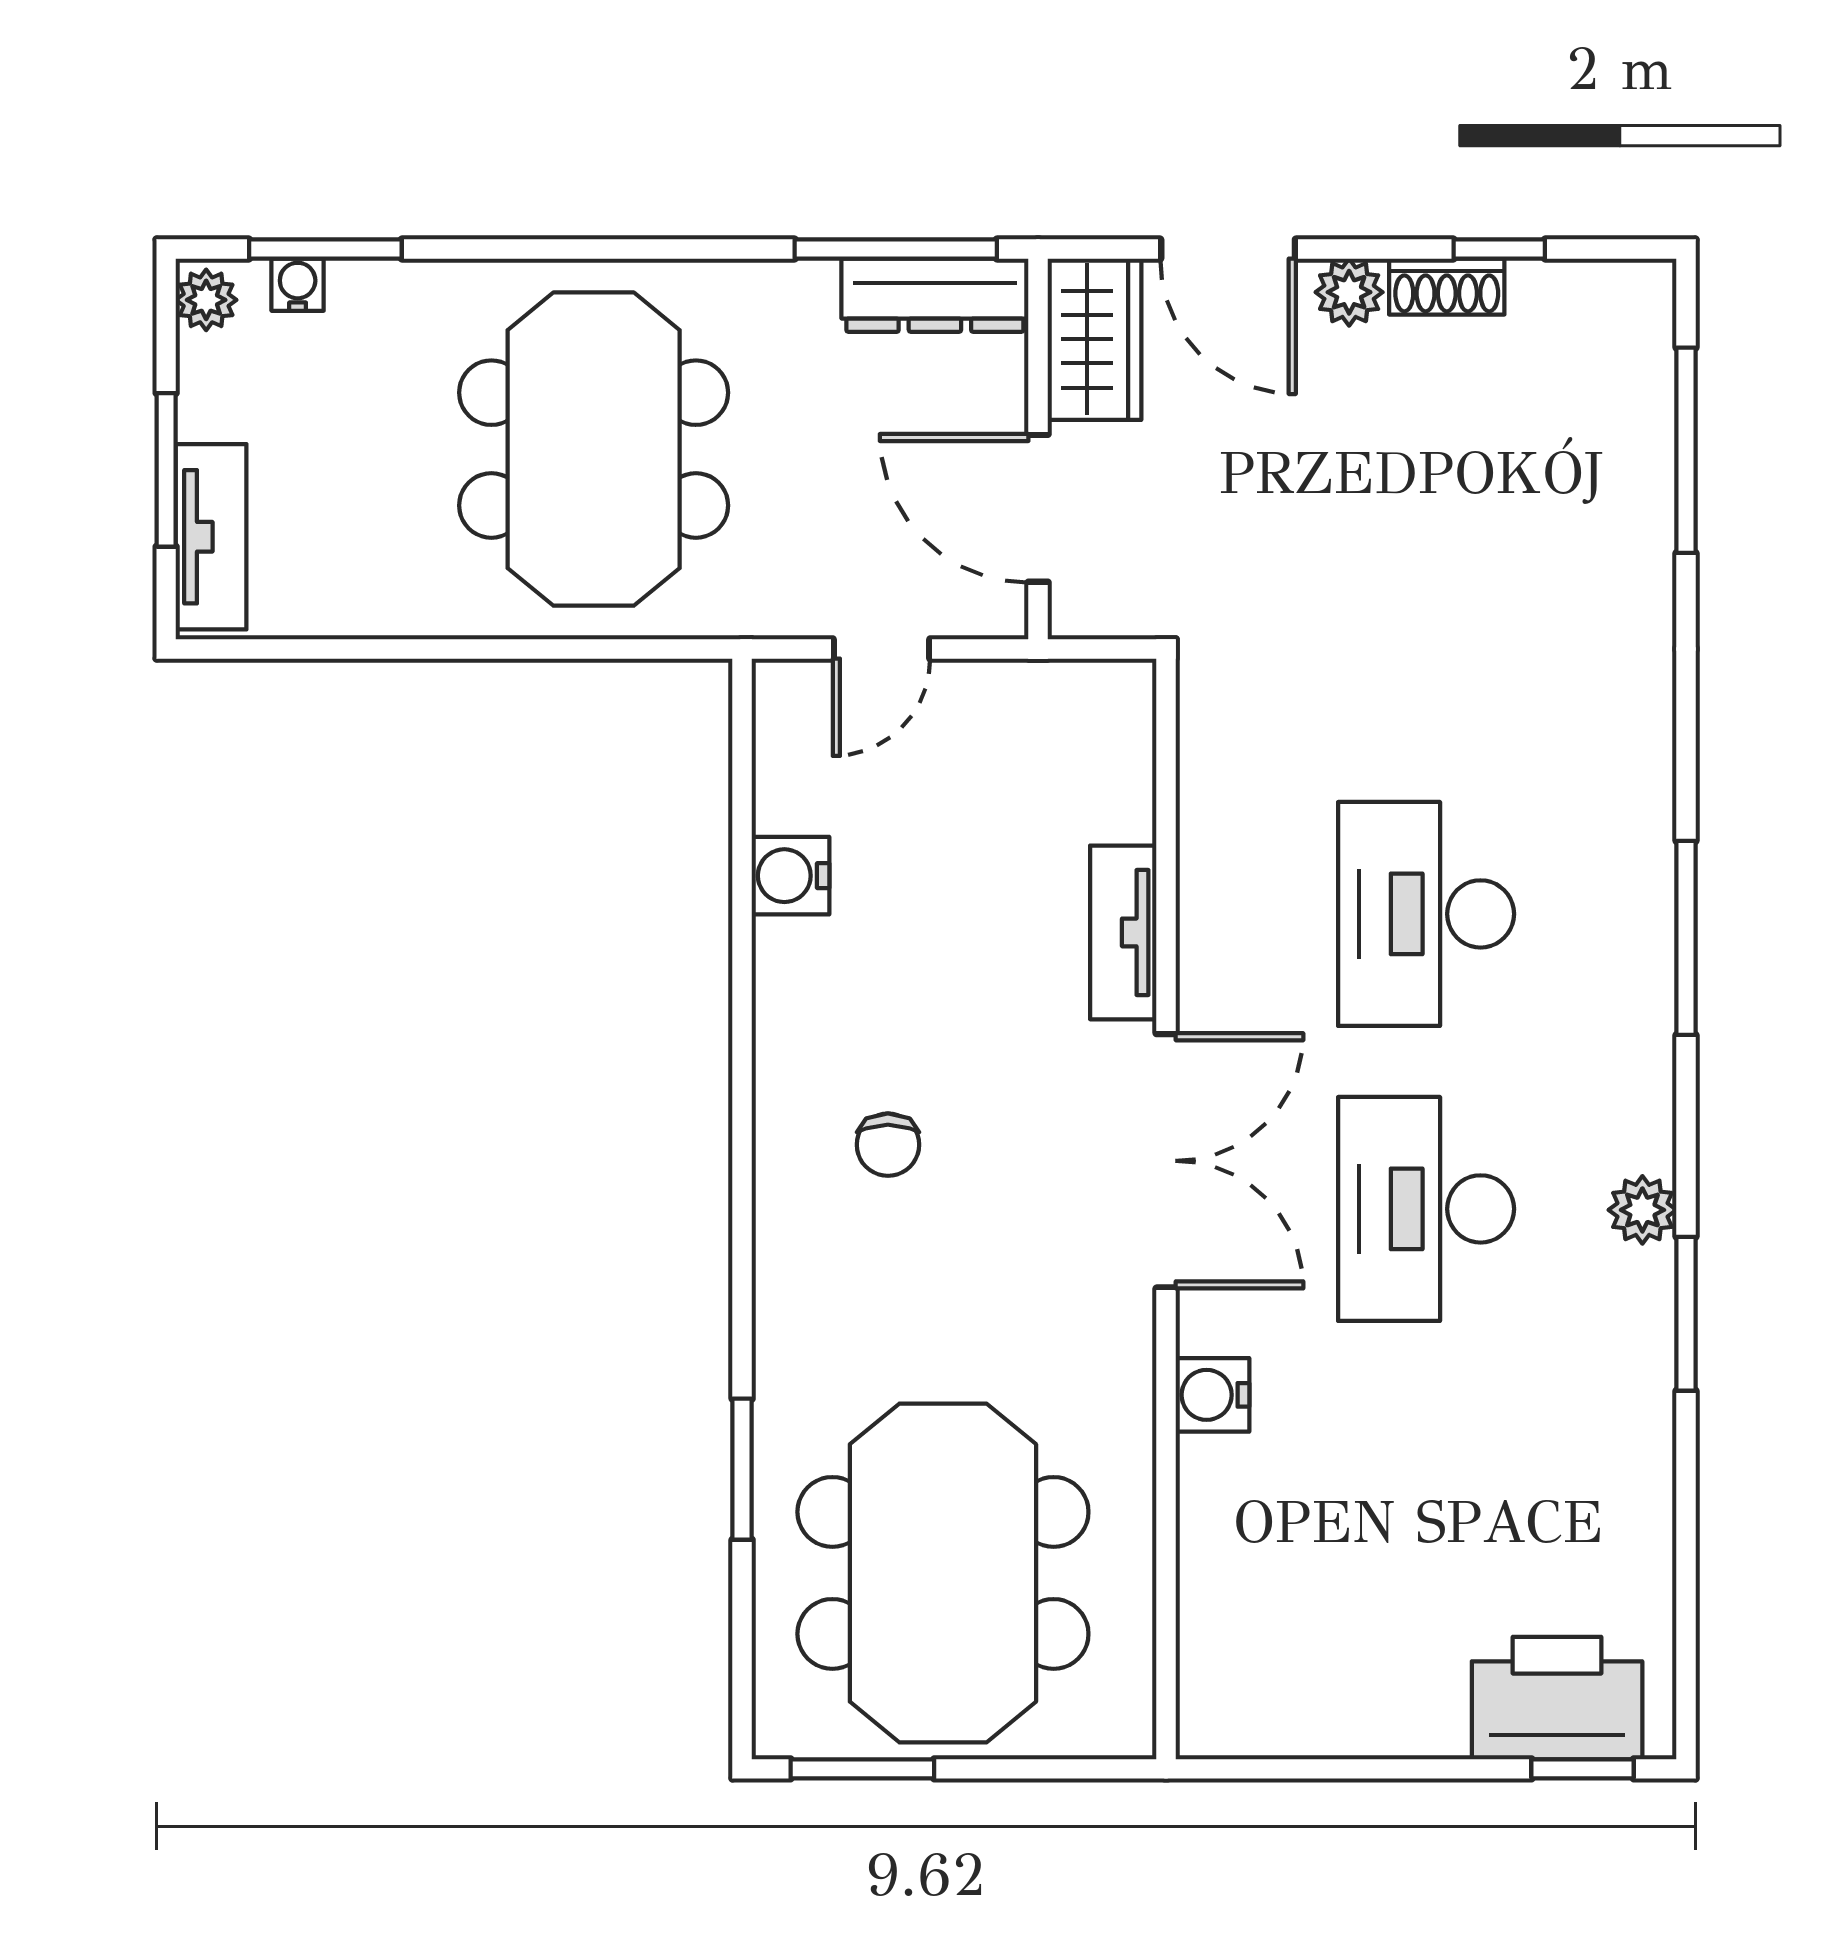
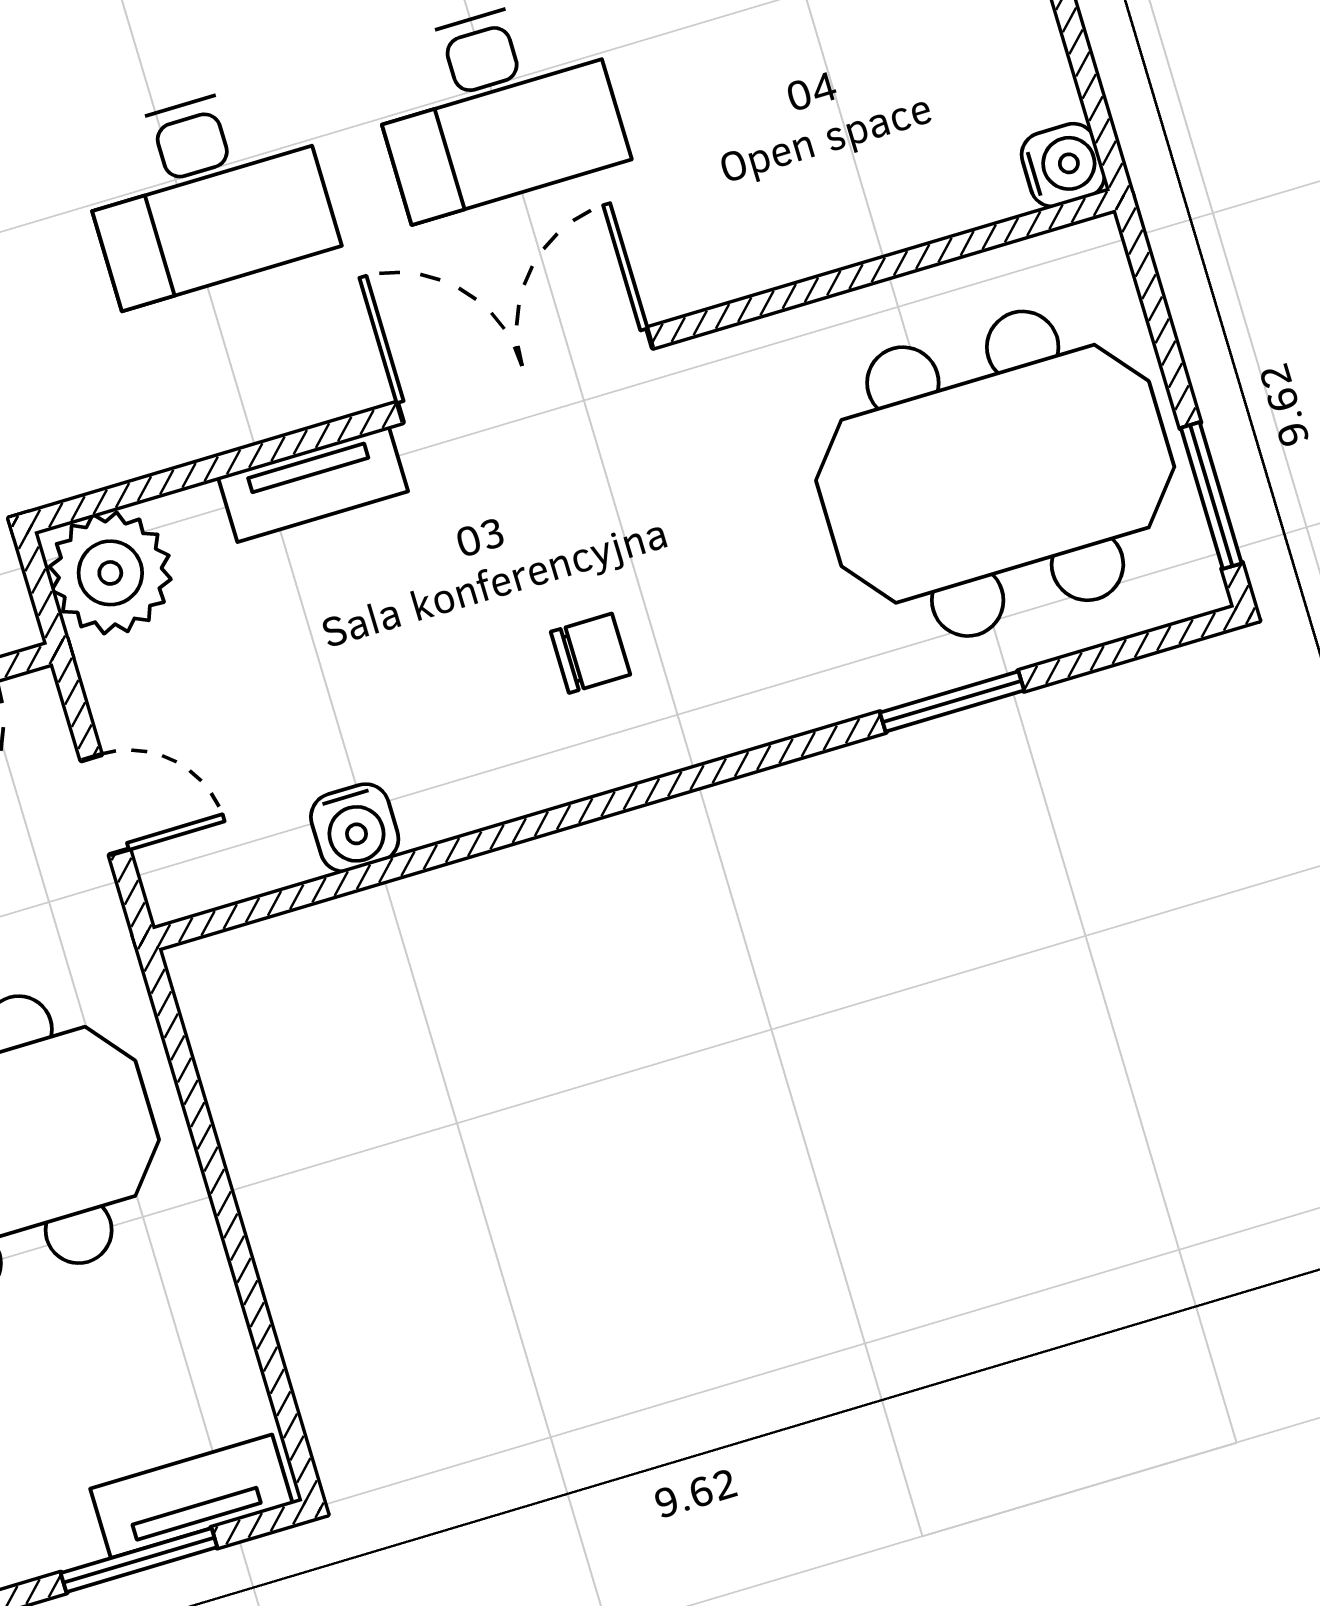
plant: (1097, 718) -> (110, 573), added
water cooler: (1212, 1395) -> (1063, 165), moved, turned -90

